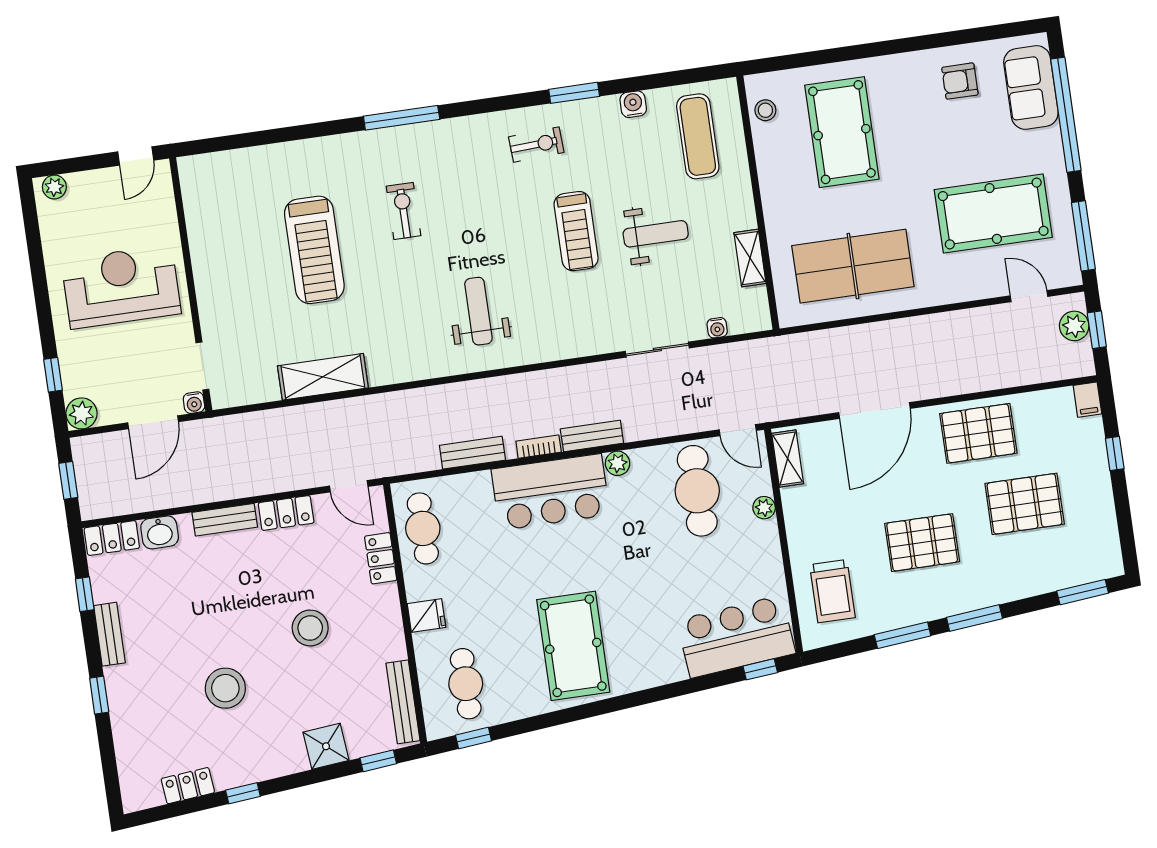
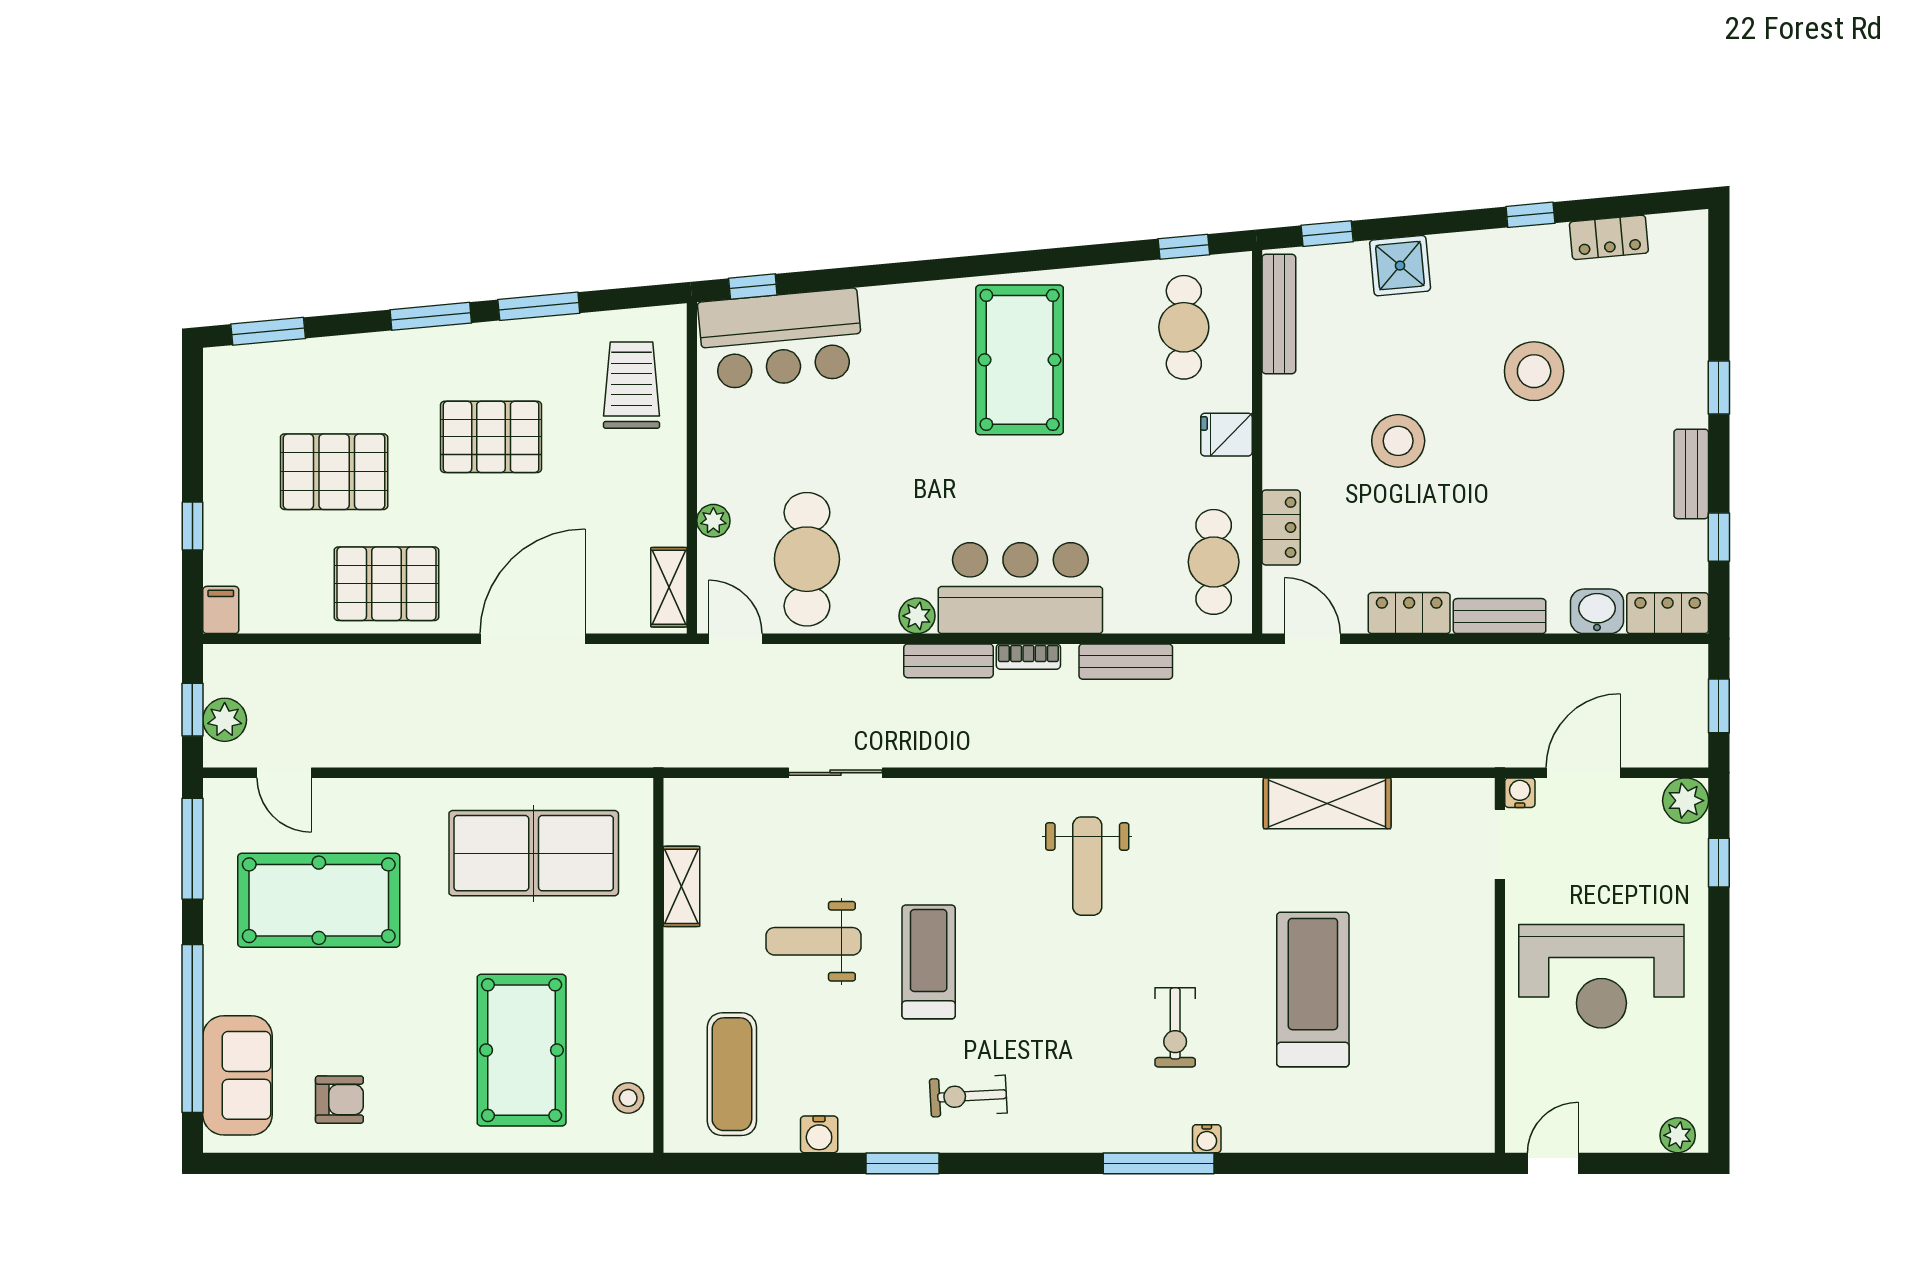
water cooler: (717, 328) -> (1207, 1139), moved, turned 180

